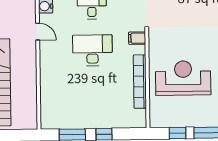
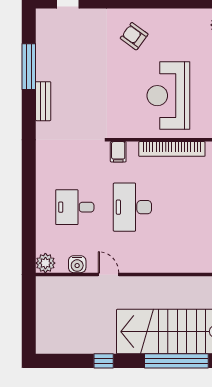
door: (38, 32) -> (108, 275), hinge flipped

